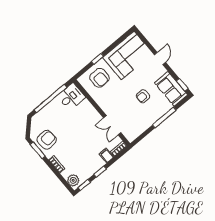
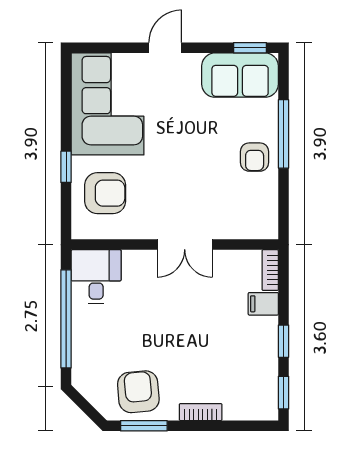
door: (160, 59) -> (165, 48), hinge flipped
armchair: (143, 96) -> (255, 157), moved
double door: (112, 125) -> (185, 245), moved
plant: (73, 180) -> (257, 406), removed

